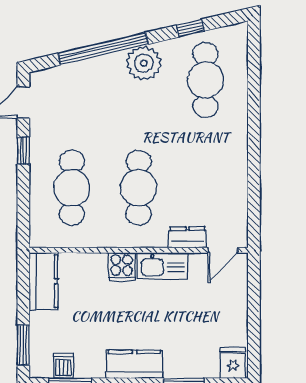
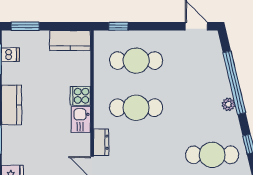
plant: (144, 63) -> (228, 104), width x0.53, depth x0.53
window: (23, 151) -> (118, 26), moved
kitchen sink: (162, 266) -> (81, 120), width x0.73

